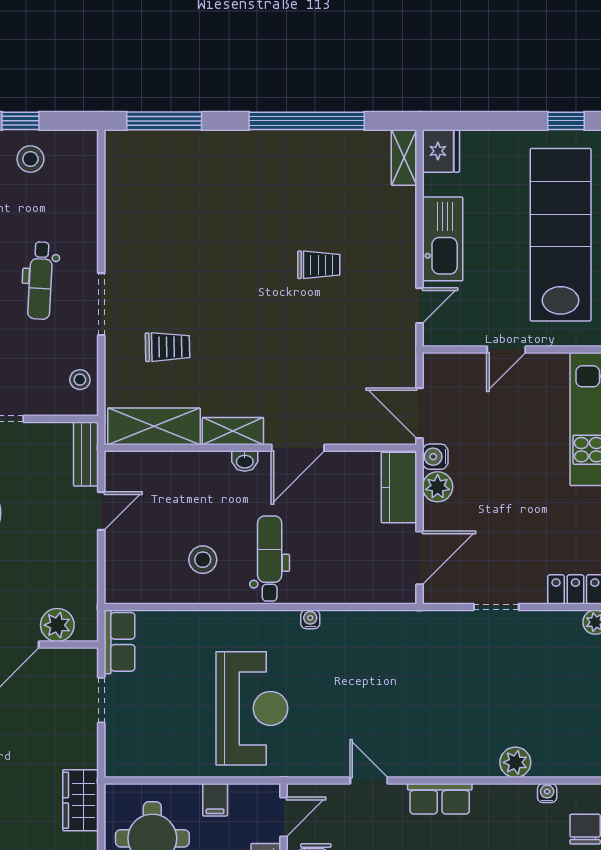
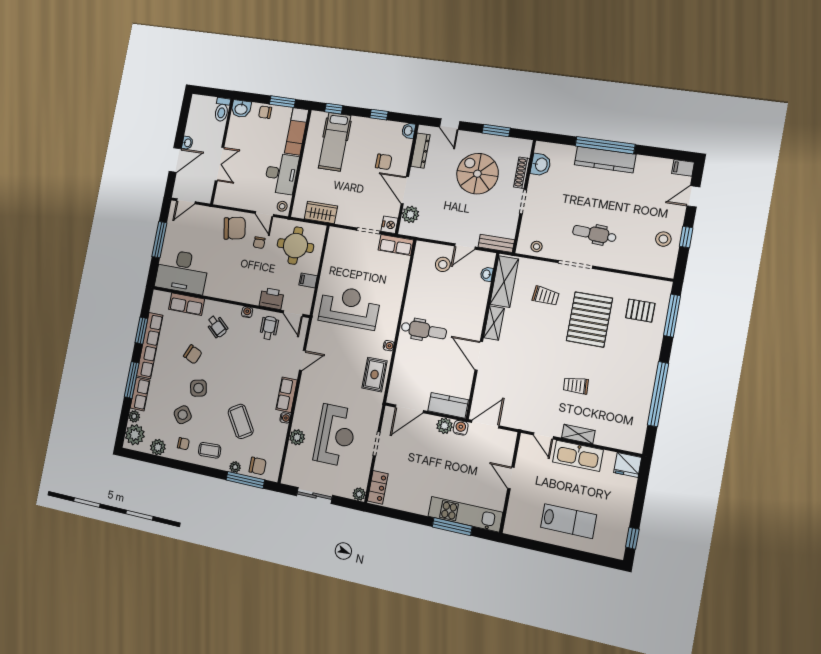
shelving: (404, 157) -> (578, 434), moved
pallet: (165, 177) -> (640, 311), added
lab bench: (561, 235) -> (568, 521), width x0.54, depth x0.72
pallet: (196, 262) -> (589, 319), added
trolley: (319, 265) -> (576, 386), turned 86
trolley: (167, 347) -> (546, 296), turned -83
washbasin: (245, 461) -> (487, 274), moved
door: (101, 511) -> (465, 247), hinge flipped
door: (420, 558) -> (409, 409), hinge flipped
stool: (203, 560) -> (443, 264), moved
rug: (369, 636) -> (375, 375), added
nightstand: (83, 661) -> (389, 225), added
reception desk: (496, 689) -> (335, 435), added
reception desk: (252, 708) -> (350, 307), turned 180
water cooler: (547, 793) -> (285, 418), moved

